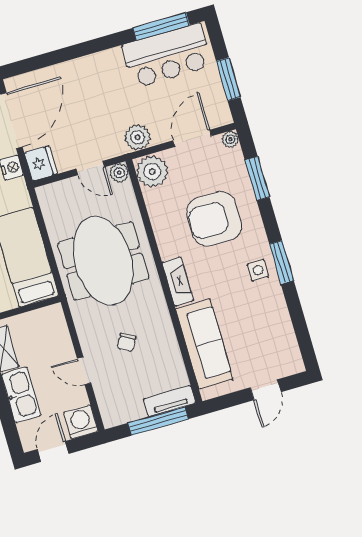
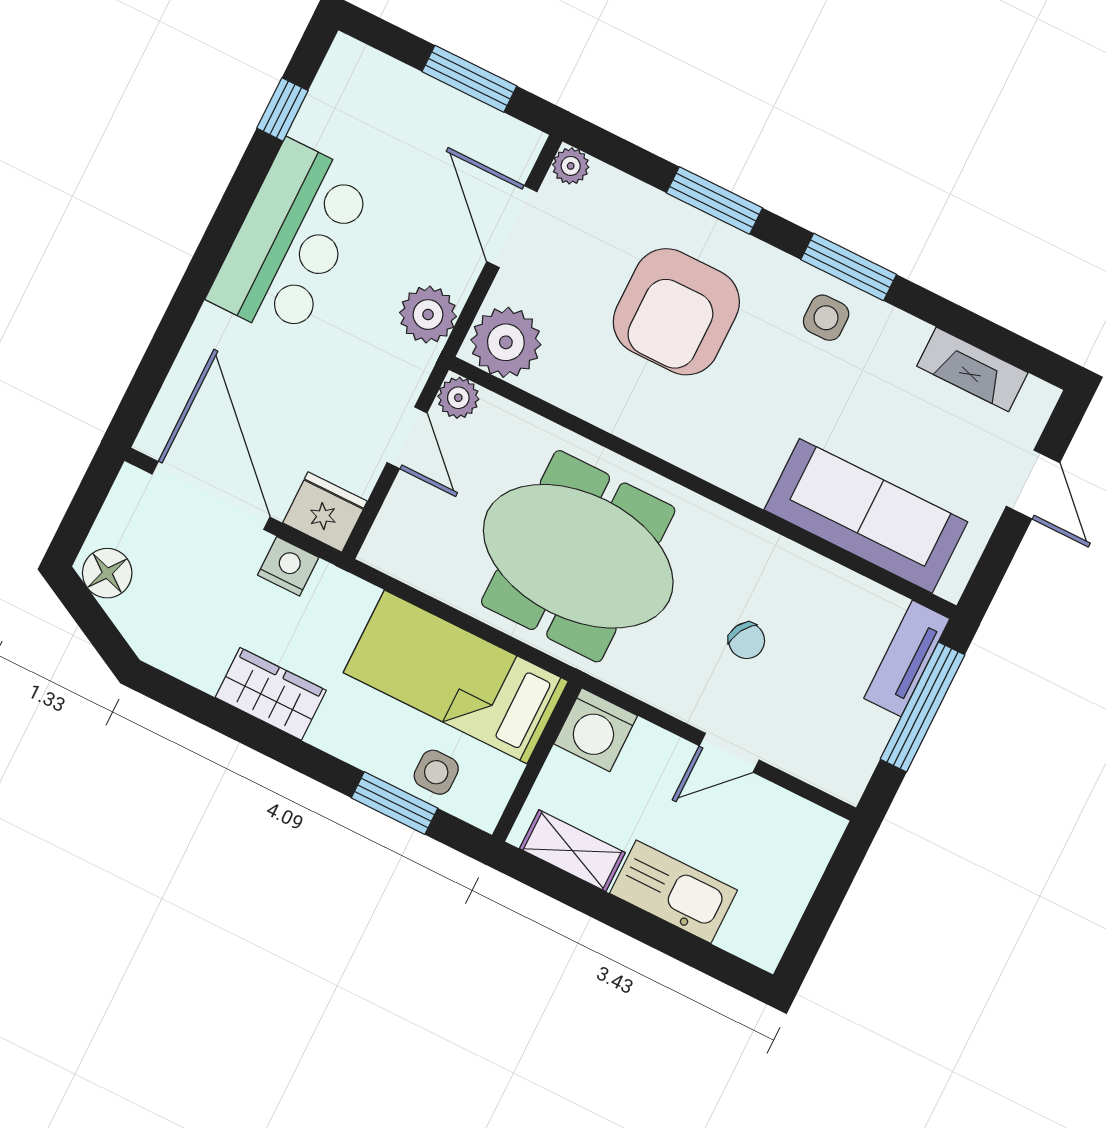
window: (161, 27) -> (282, 109), width x0.46
bar counter: (167, 56) -> (291, 240), moved
door: (90, 168) -> (407, 438), hinge flipped
window: (257, 178) -> (714, 200), moved
fireplace: (178, 282) -> (972, 369), moved, turned 180
washing machine: (81, 422) -> (596, 730), moved, turned -90
door: (53, 452) -> (814, 925), removed

